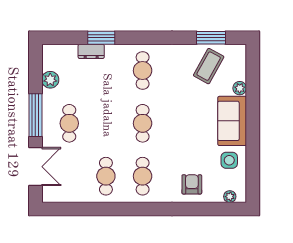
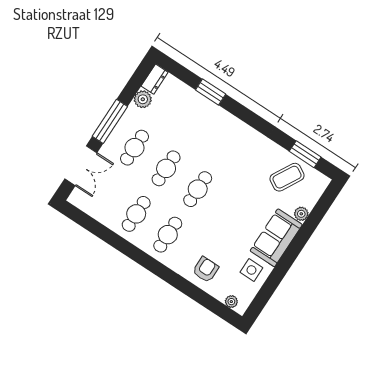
dresser: (91, 51) -> (155, 79), moved, turned -90
cafe table: (143, 71) -> (166, 168), moved

